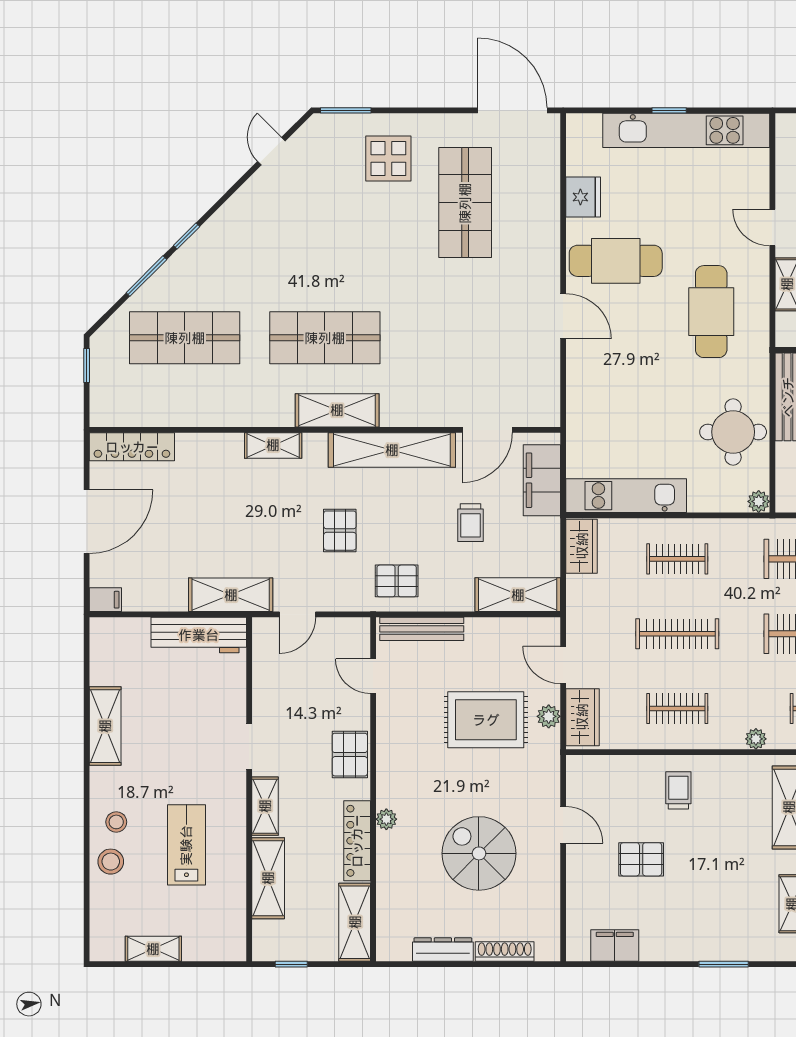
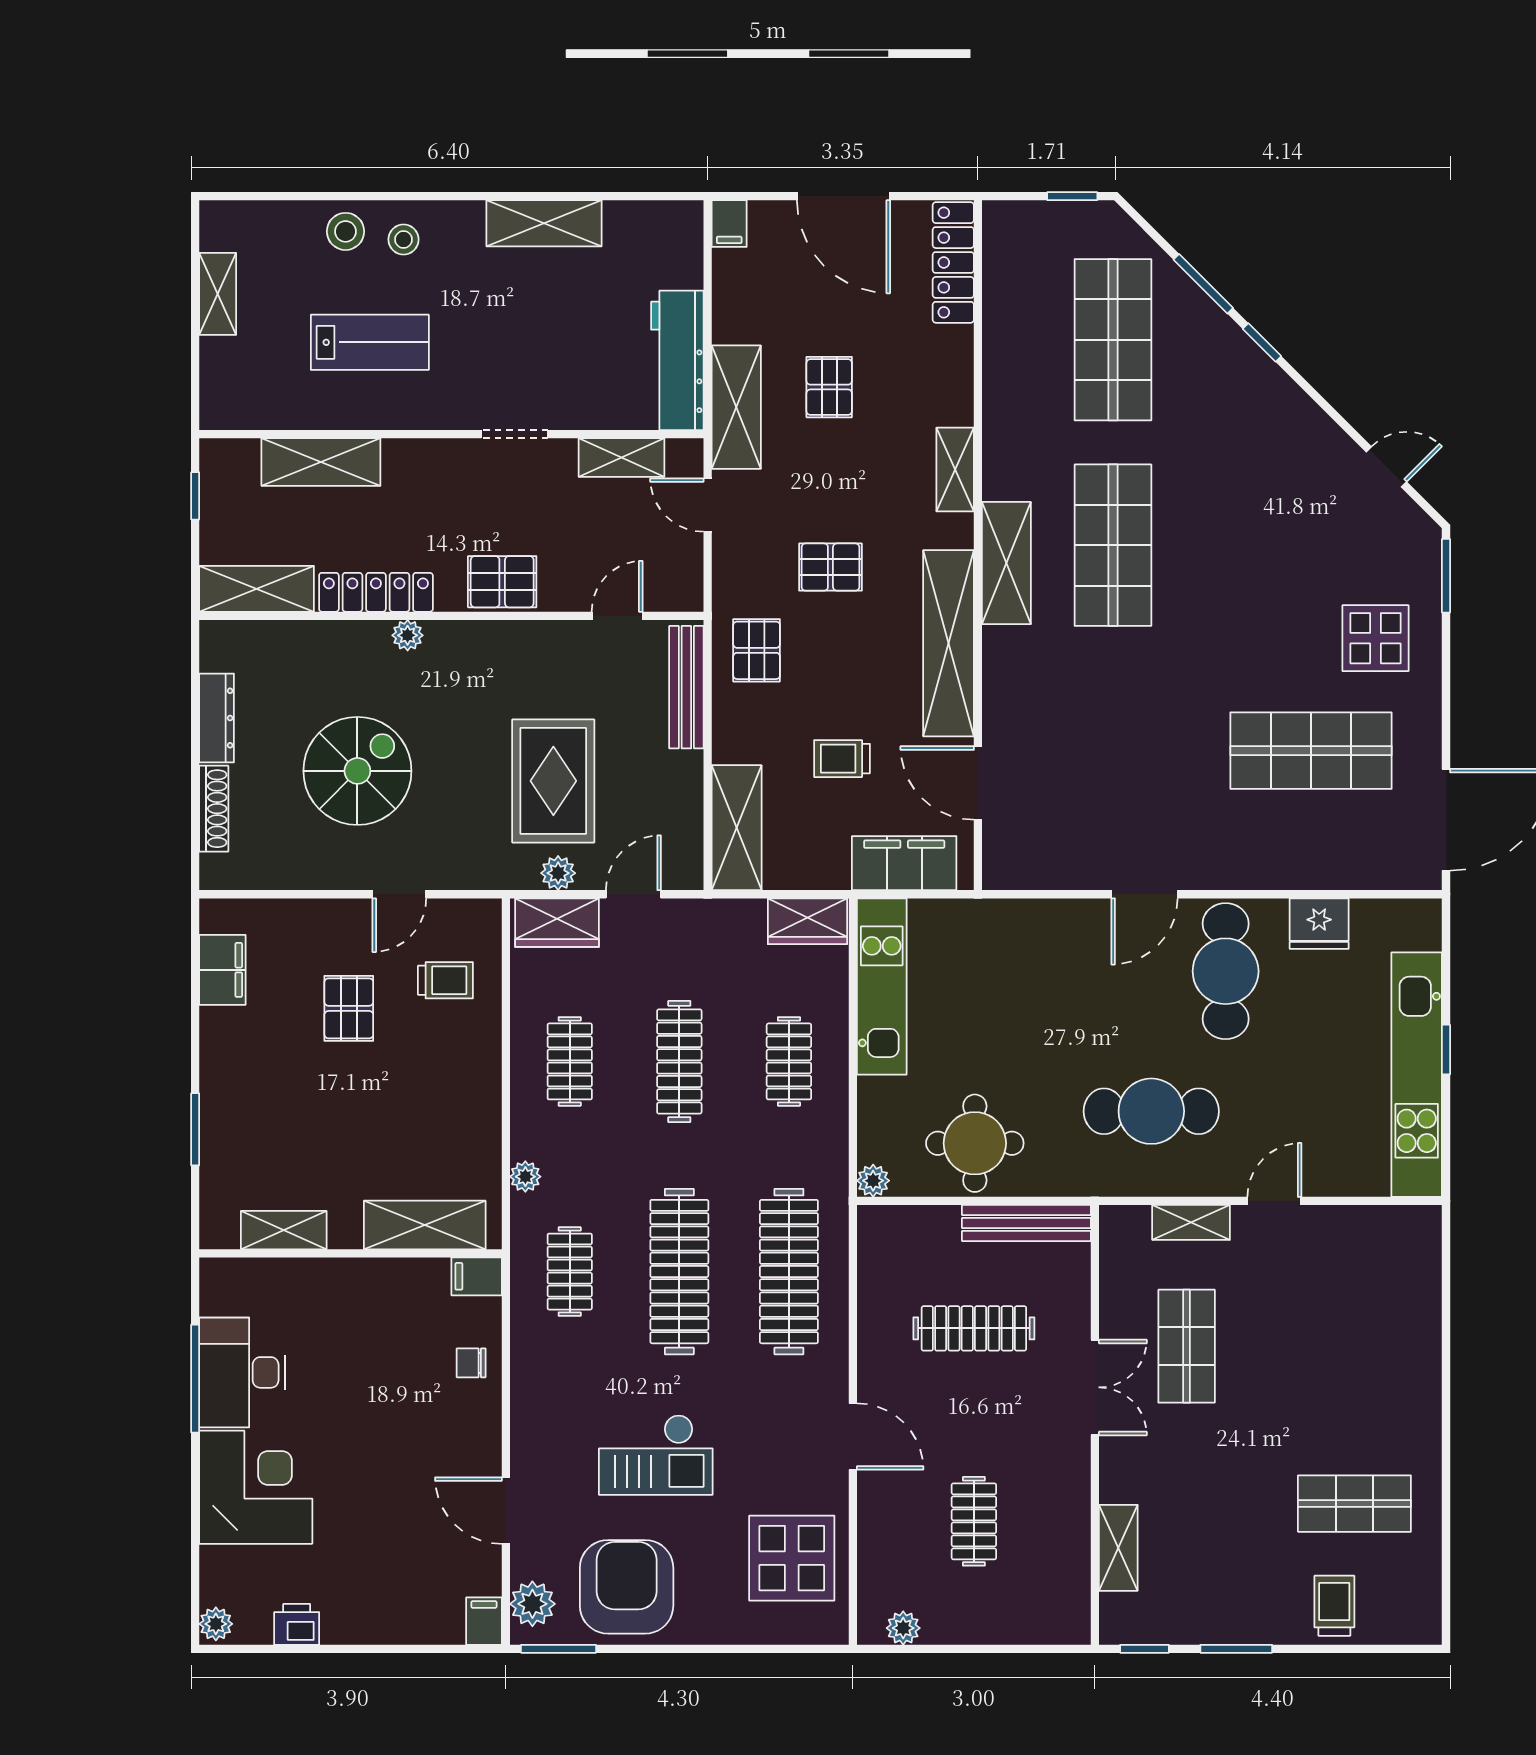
pallet: (217, 531) -> (829, 387), added
trolley: (678, 790) -> (445, 980), moved
shelving: (265, 806) -> (621, 458), moved

